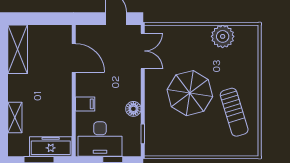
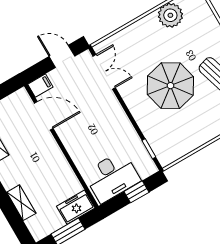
filing cabinet: (85, 104) -> (40, 86), moved
floor lamp: (133, 109) -> (127, 131), removed
freezer: (51, 146) -> (76, 207), width x0.71

